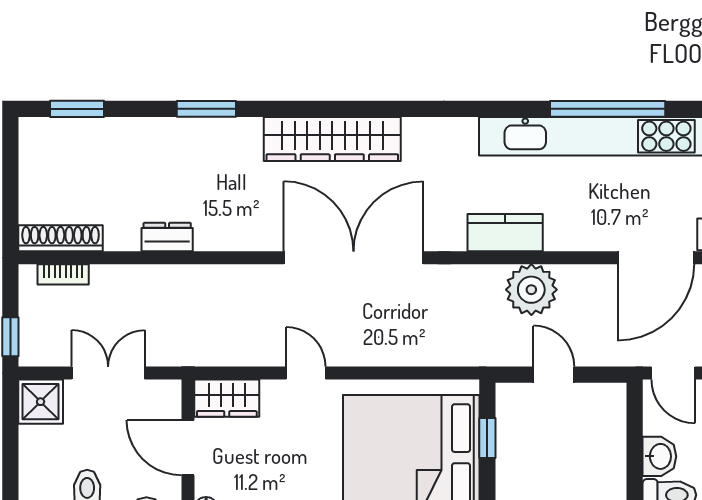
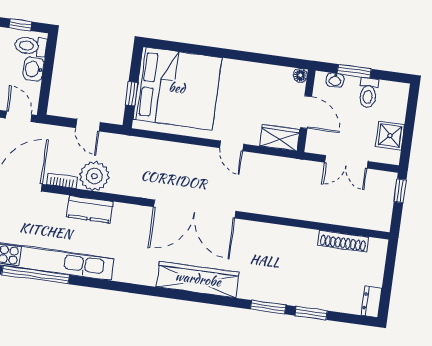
window: (77, 109) -> (311, 313), moved
kitchen counter: (505, 233) -> (90, 209), moved
dresser: (167, 237) -> (372, 302), moved, turned 90
shoe rack: (61, 238) -> (343, 241), moved
bookcase: (63, 274) -> (62, 181), moved
shower: (41, 402) -> (390, 136), moved

